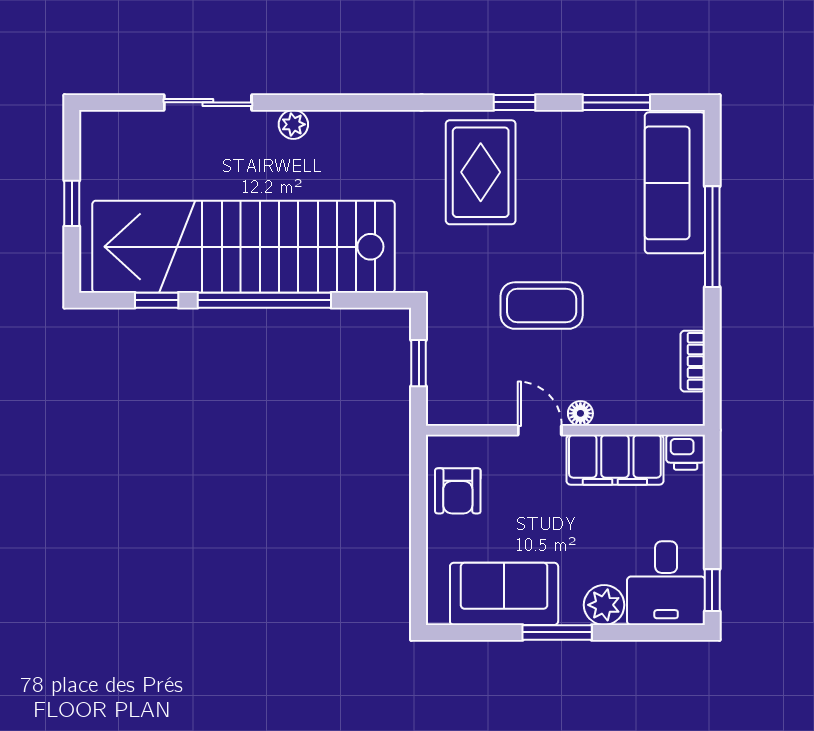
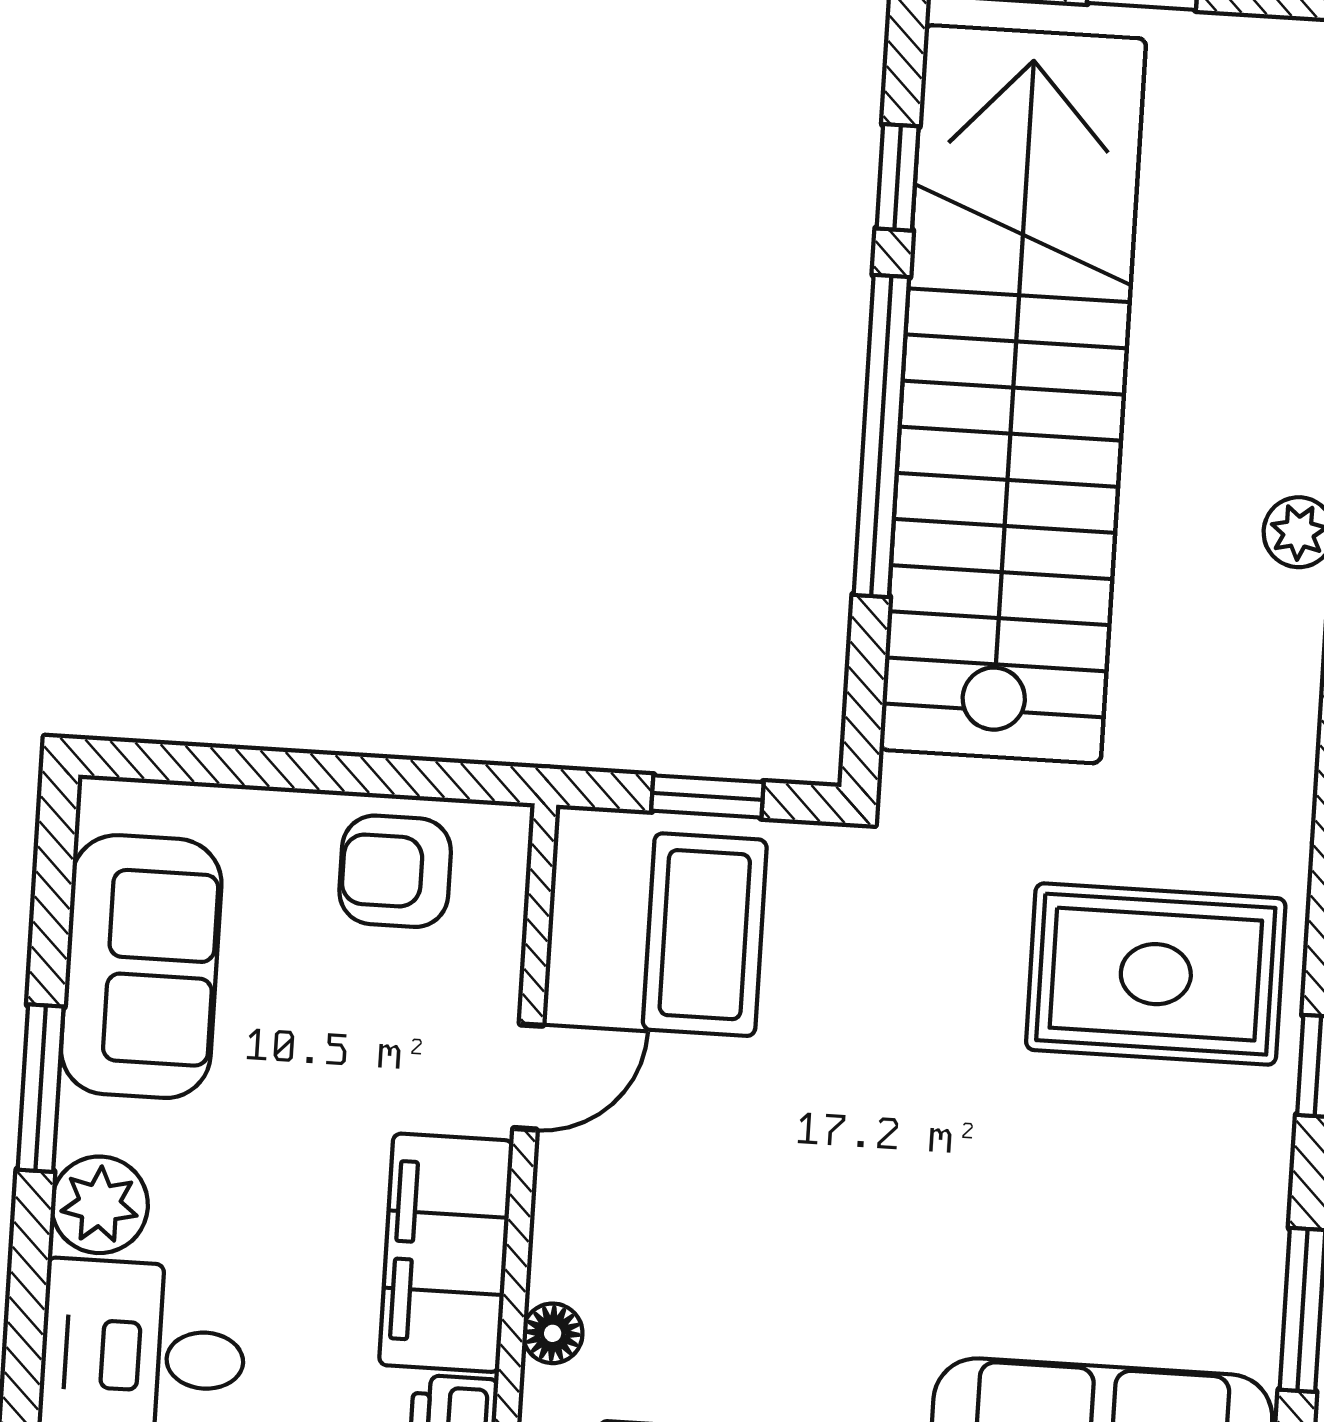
coffee table: (542, 306) -> (705, 935), moved
floor lamp: (580, 413) -> (553, 1333), moved

